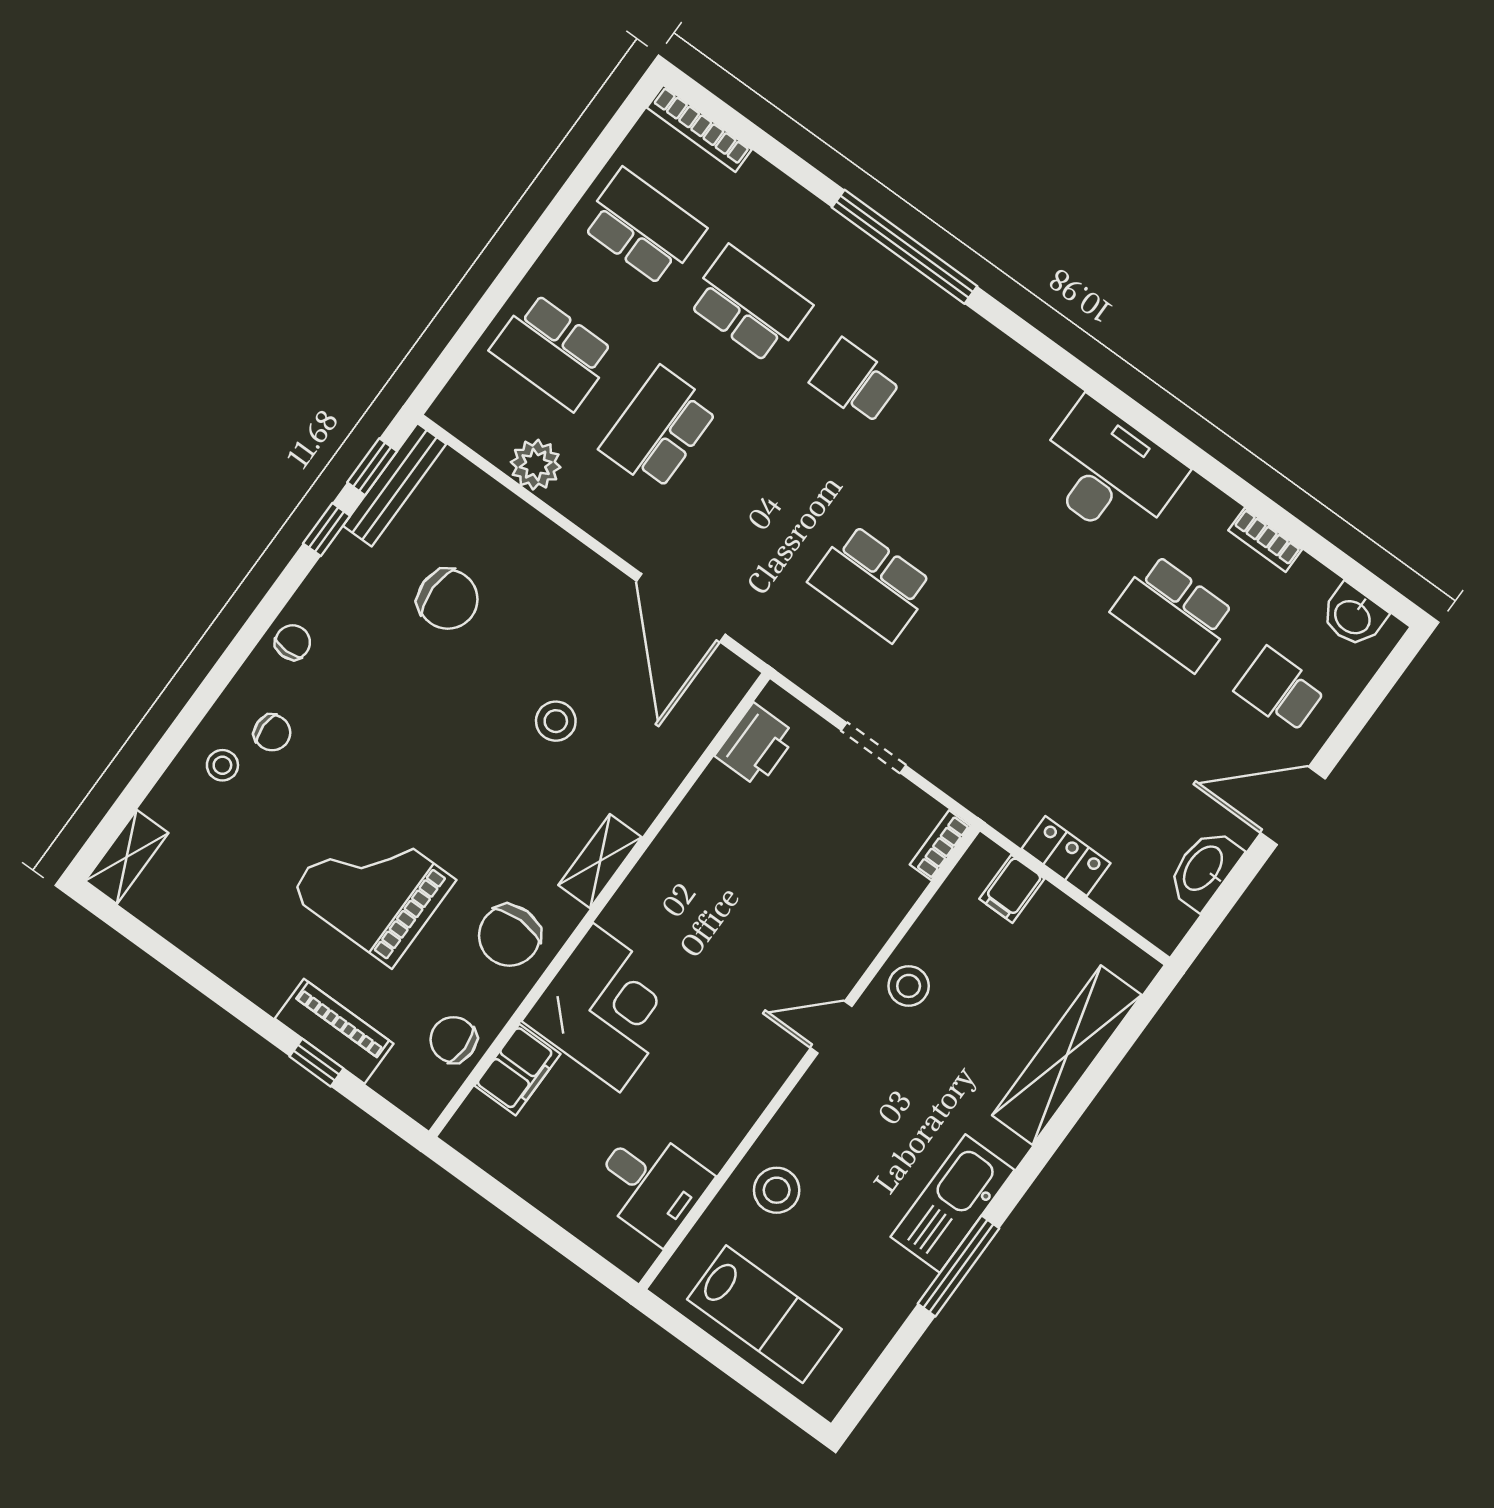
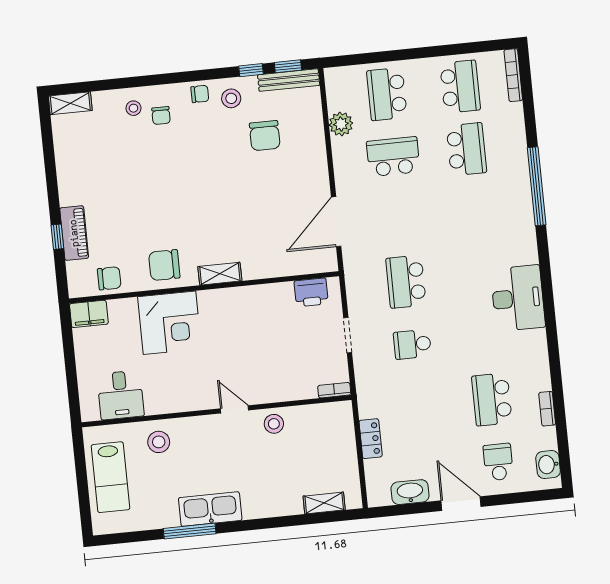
school desk: (855, 382) -> (412, 344), moved, turned -90
desk: (1108, 472) -> (518, 298), moved
stool: (556, 721) -> (231, 98), moved
grand piano: (373, 887) -> (138, 201), removed
filing cabinet: (1012, 889) -> (342, 430), removed
chair: (453, 1040) -> (109, 278), turned 90
shelving: (1067, 1055) -> (324, 503), width x0.45, depth x0.75
filing cabinet: (517, 1070) -> (89, 314), moved

